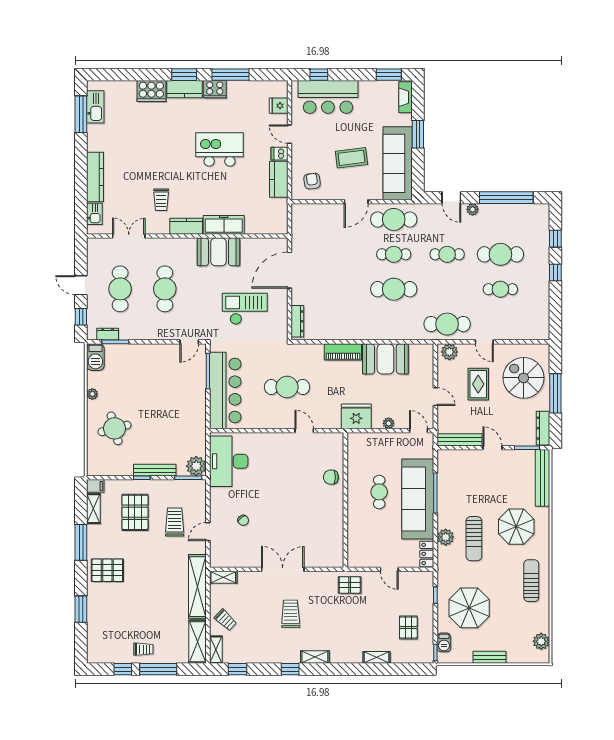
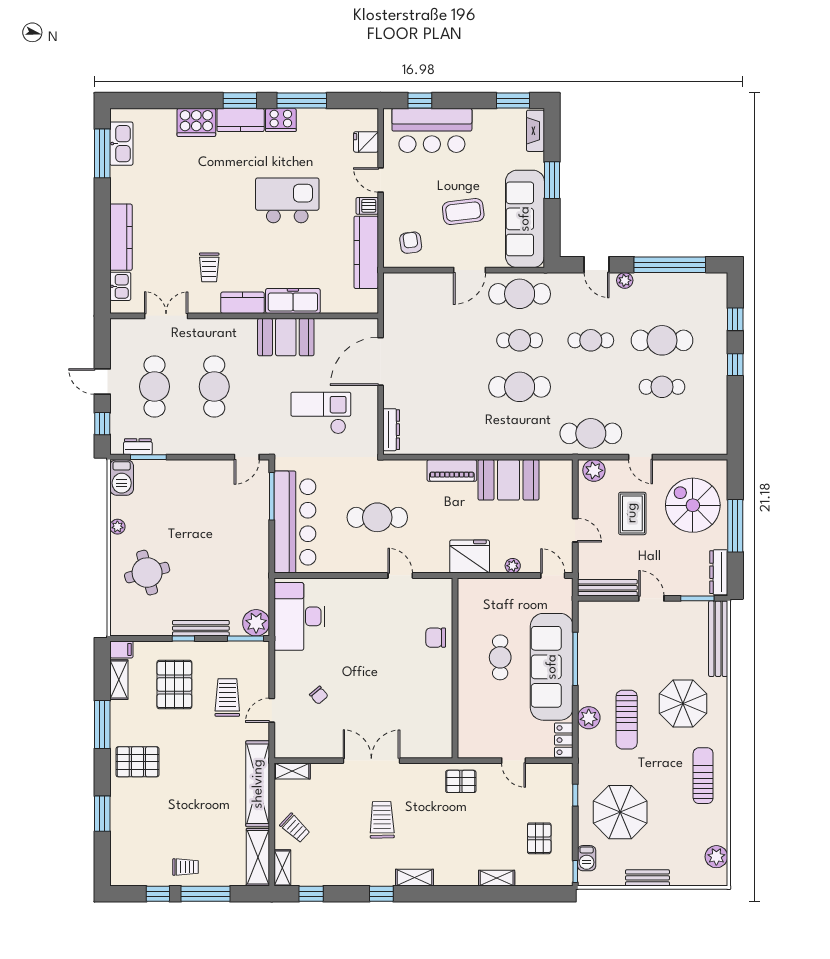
kitchen counter: (279, 179) -> (366, 252), width x1.50

